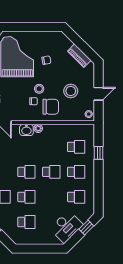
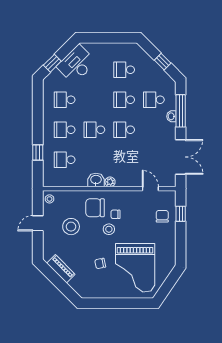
washbasin: (26, 130) -> (96, 180), moved

